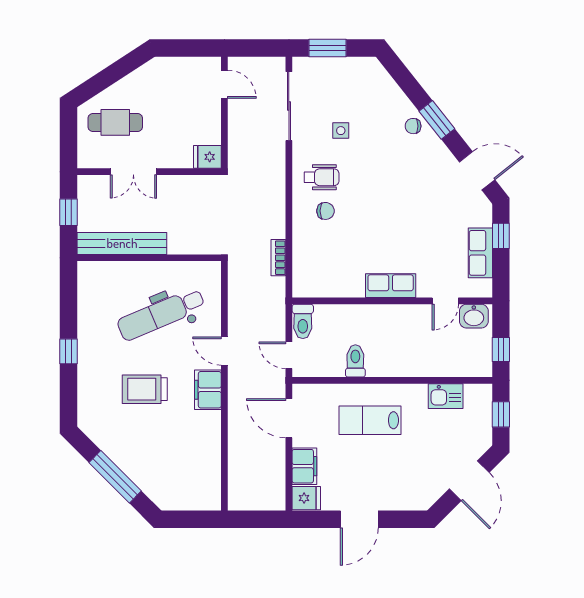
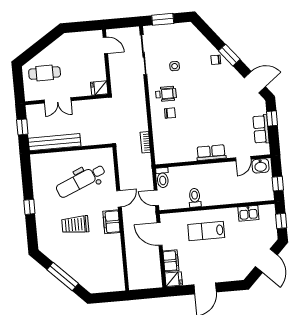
door: (224, 351) -> (119, 199), swing flipped

